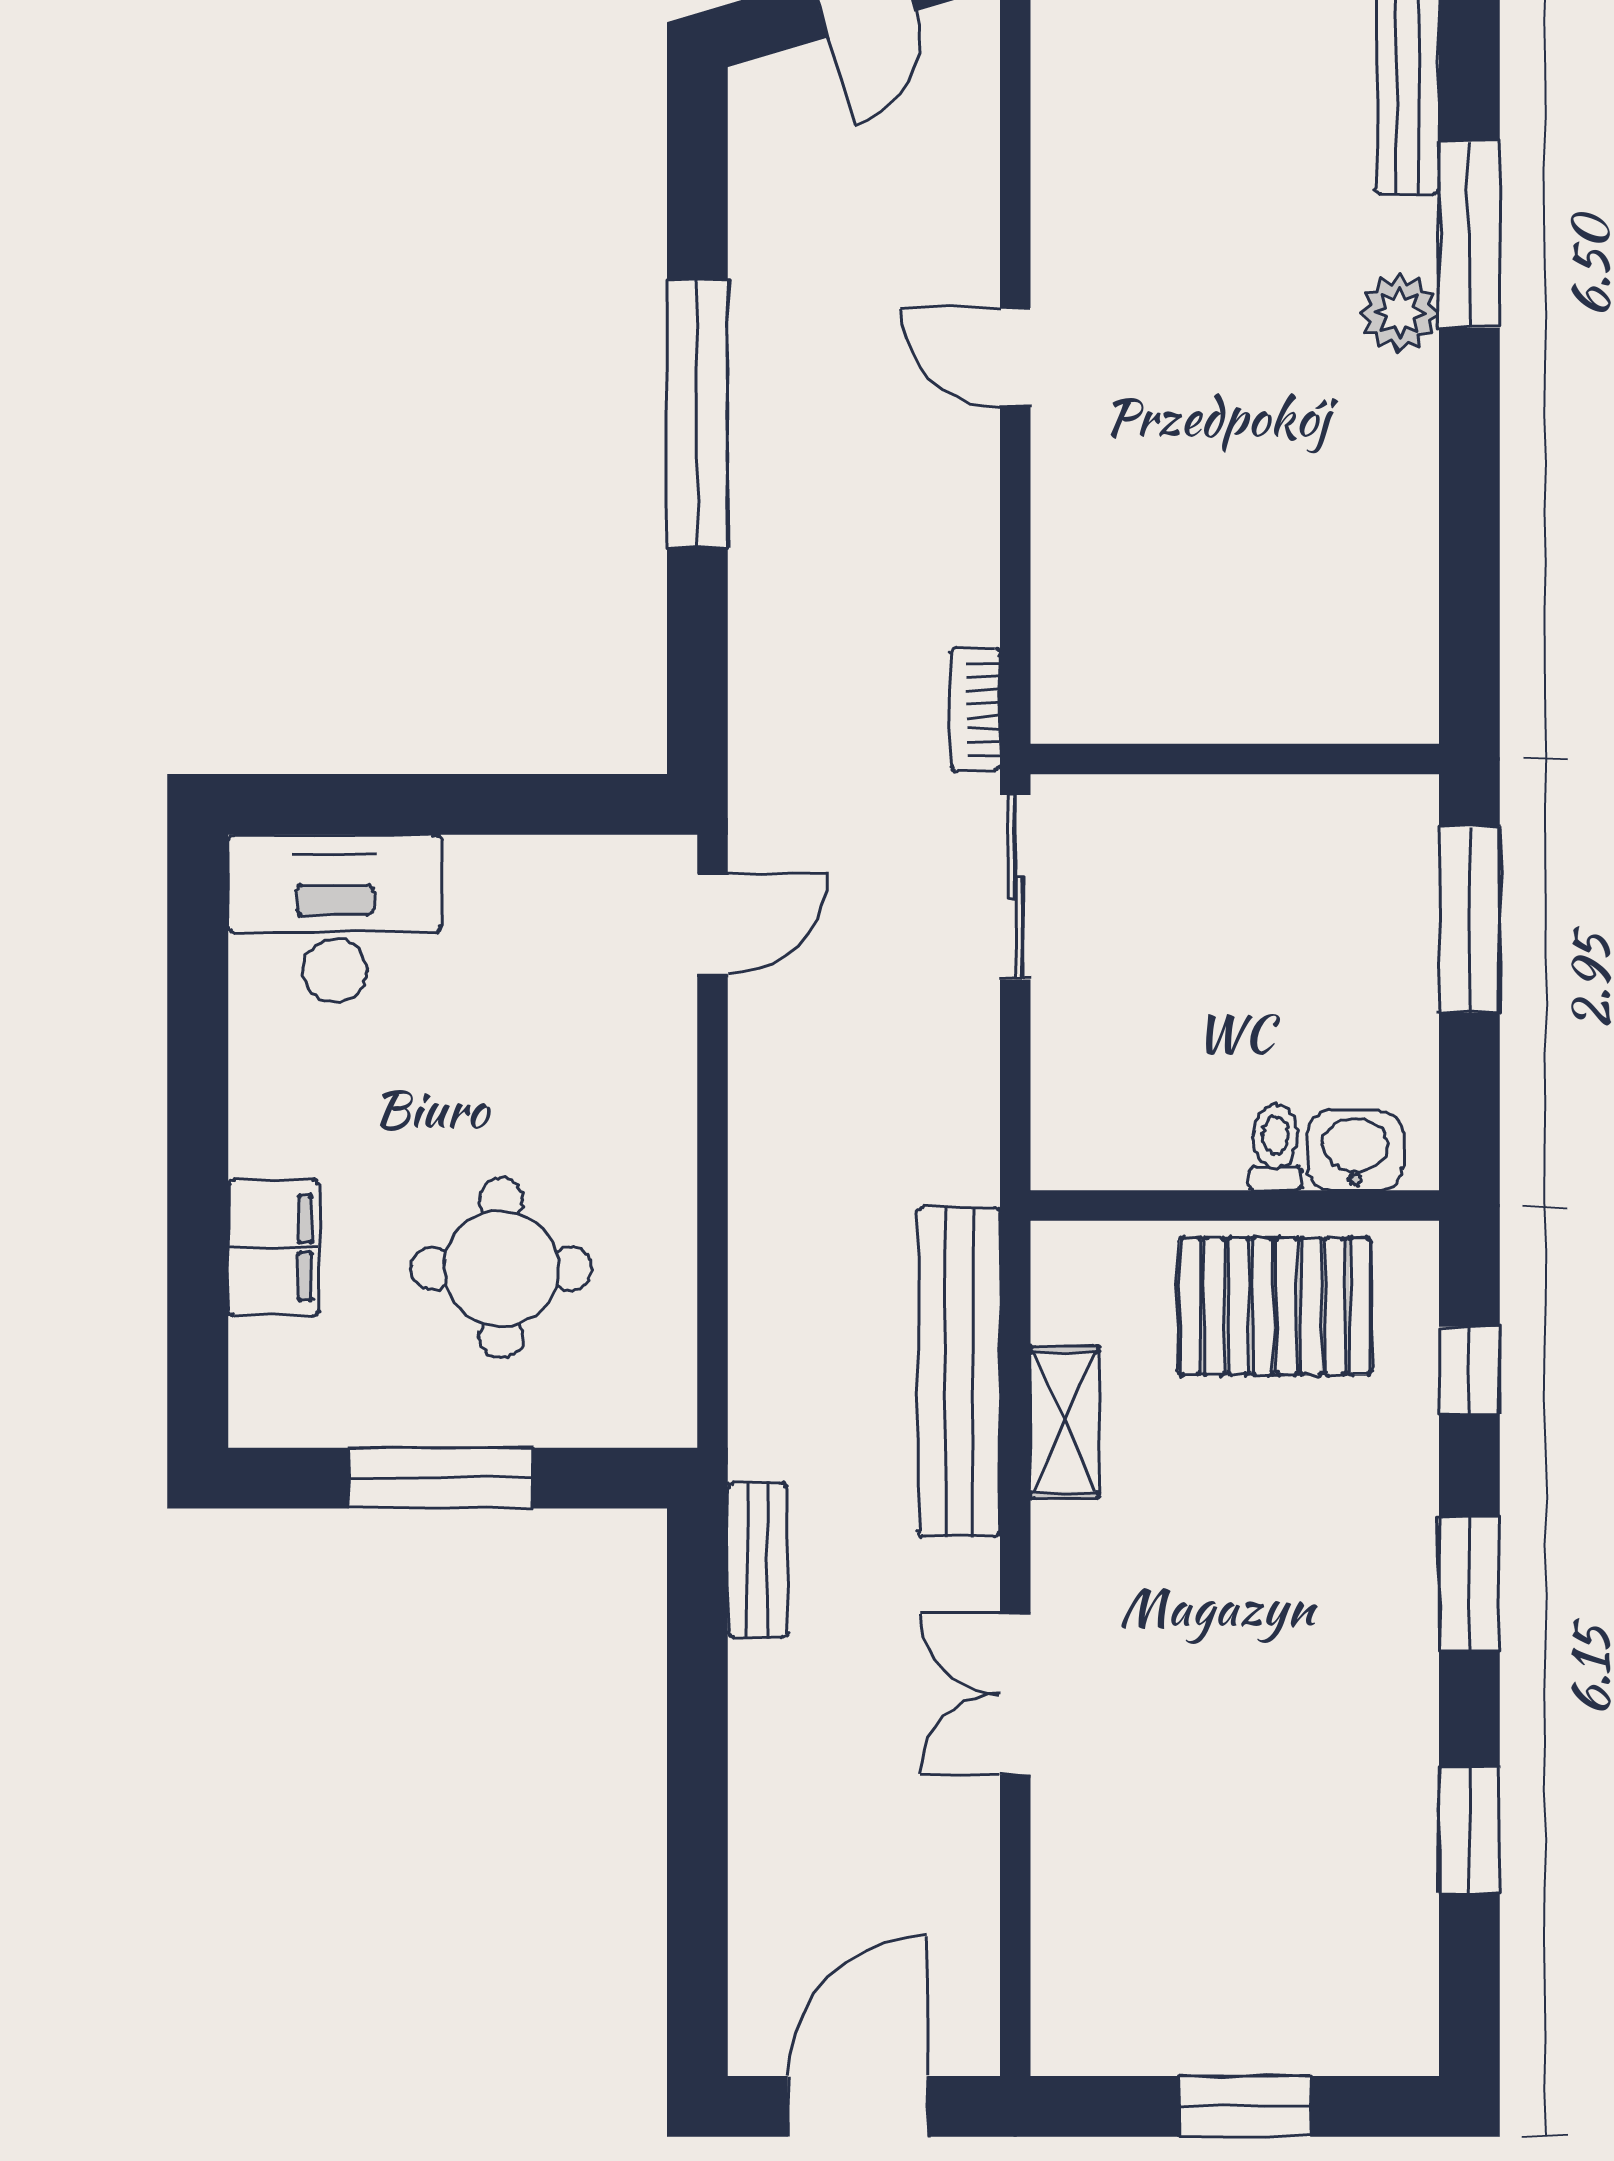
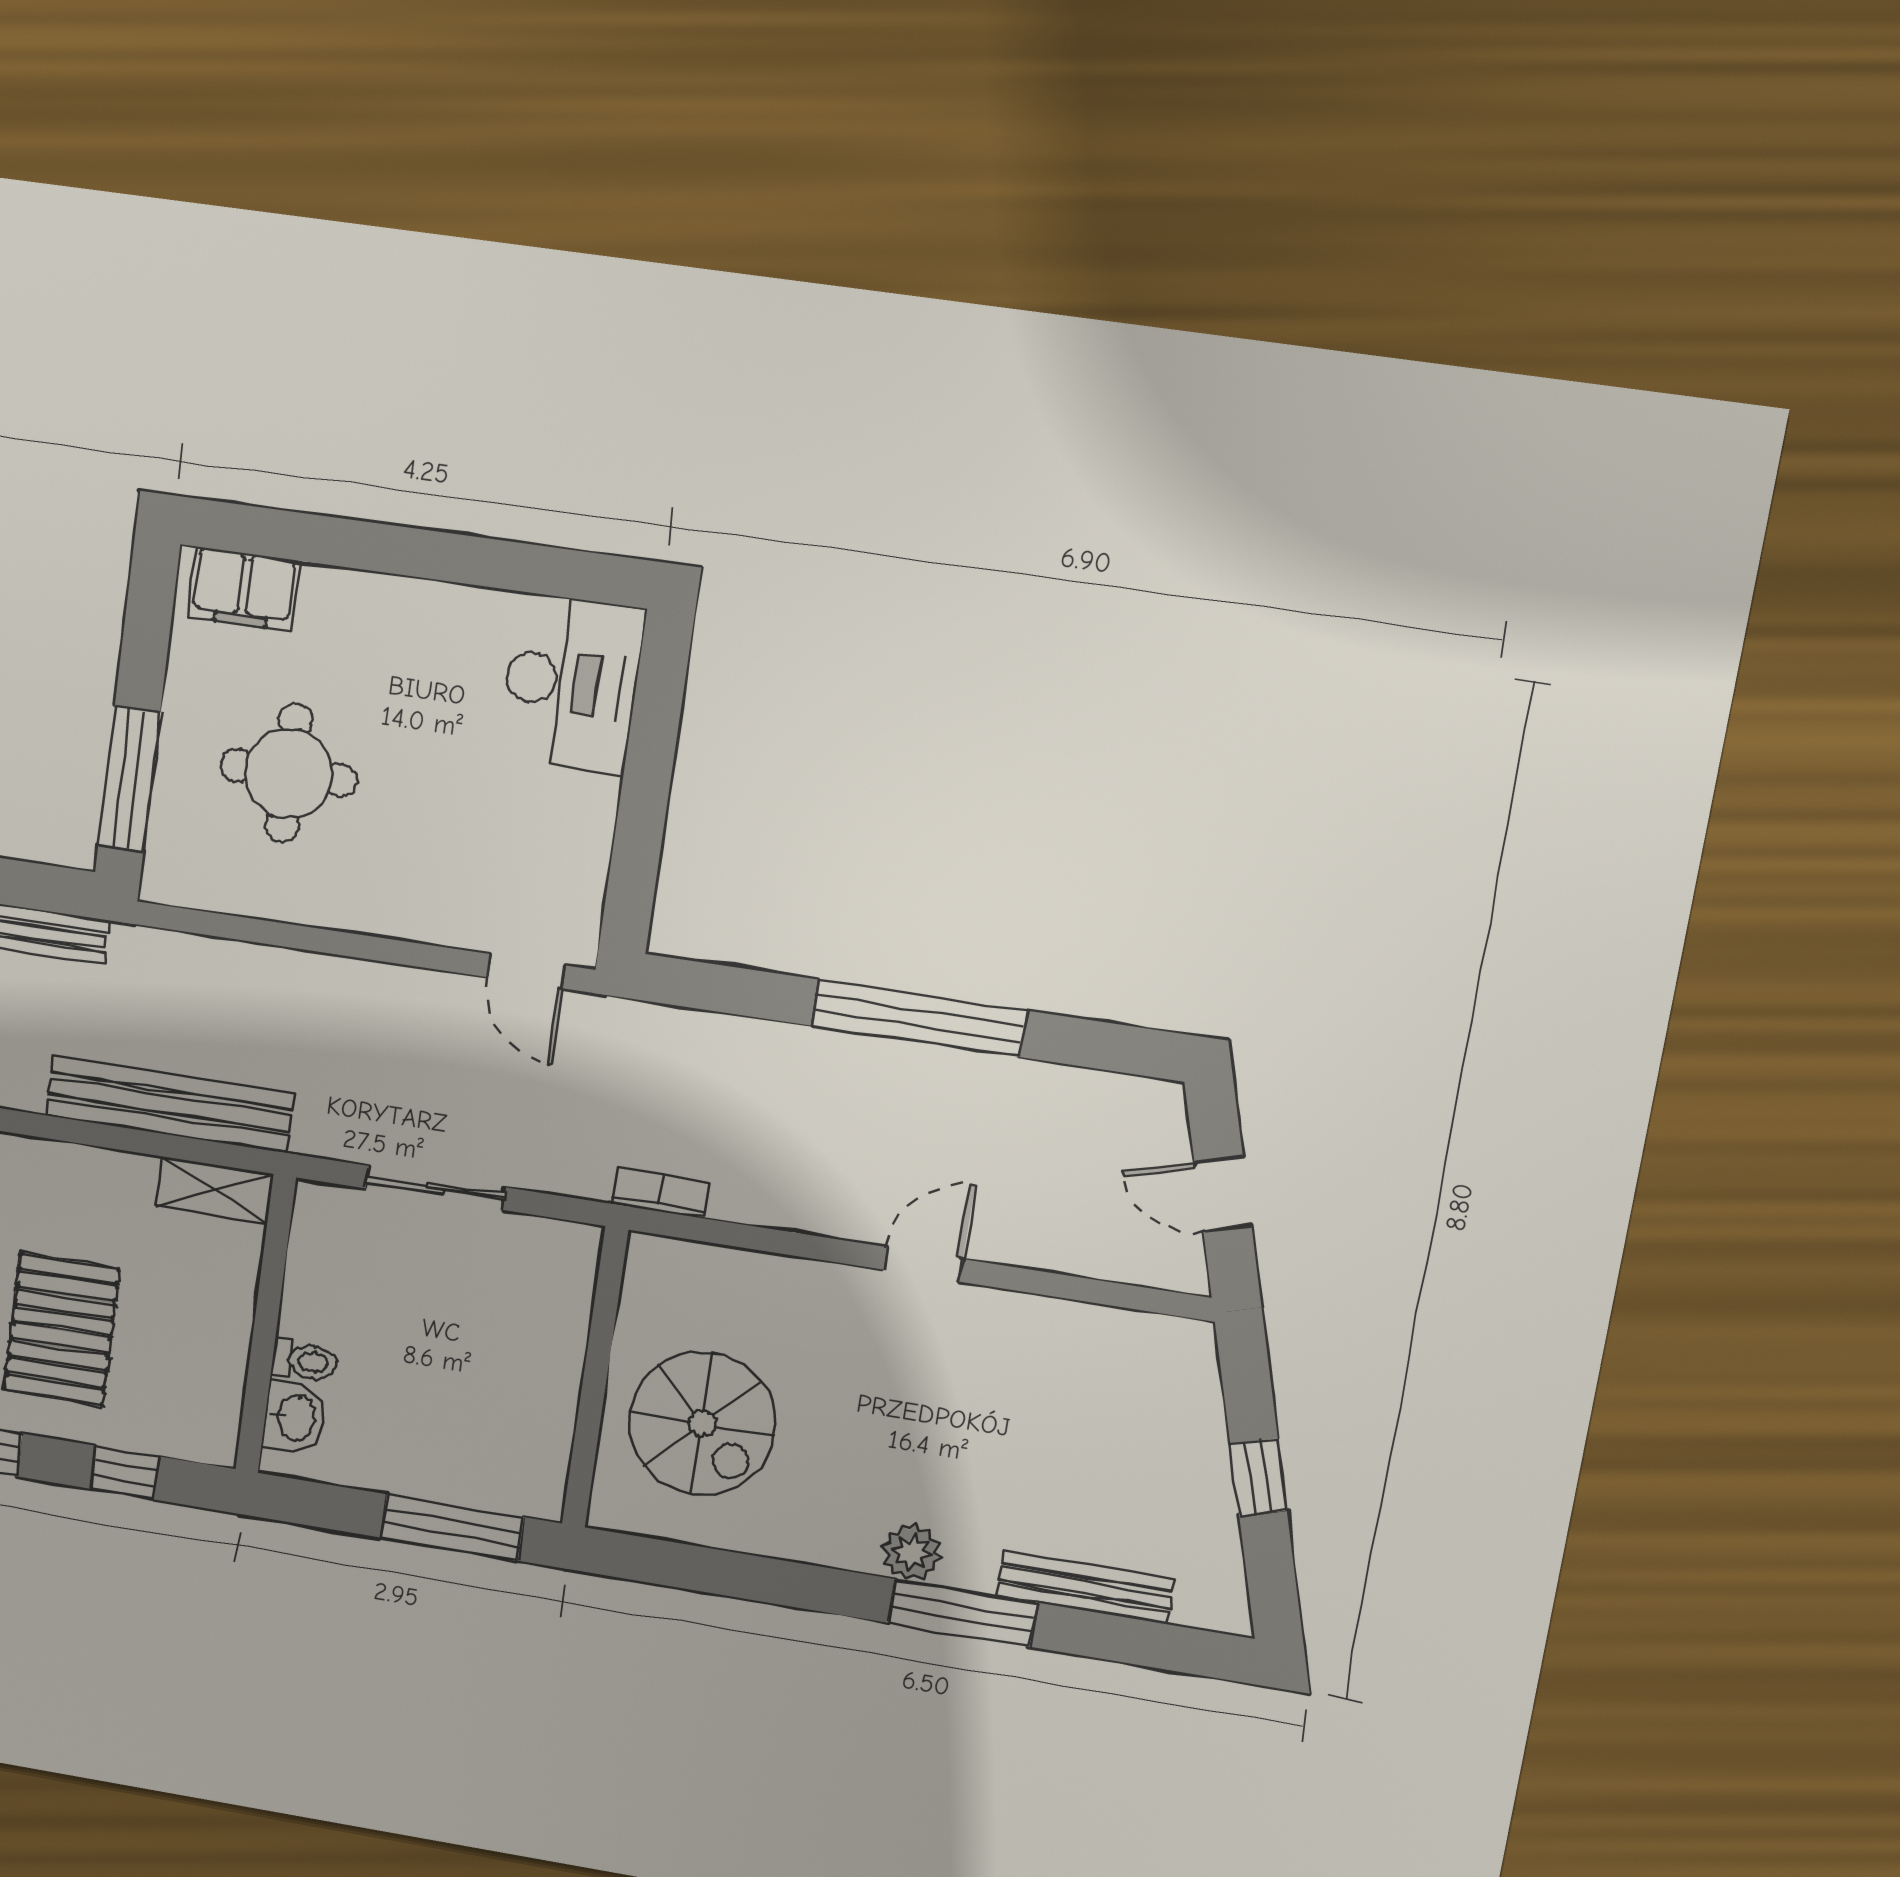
spiral stairs: (1273, 610) -> (702, 1423), added
sliding door: (1015, 887) -> (436, 1188), moved
filing cabinet: (273, 1248) -> (244, 589), moved
pallet: (1275, 1306) -> (62, 1329), moved
shelving: (1065, 1422) -> (215, 1190), moved
window: (441, 1478) -> (129, 779), moved

